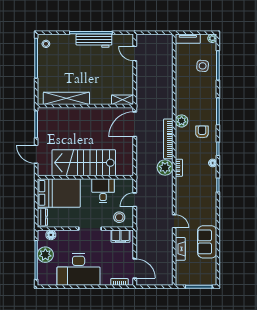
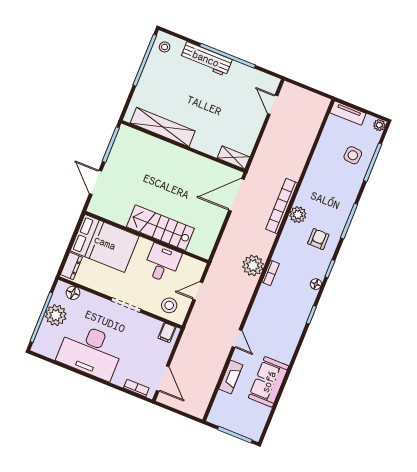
workbench: (94, 41) -> (206, 59), moved
bookcase: (168, 139) -> (282, 206), moved
stairs: (84, 163) -> (160, 228), width x0.73, depth x0.66
filing cabinet: (120, 236) -> (167, 333), width x0.50

